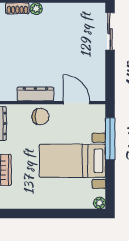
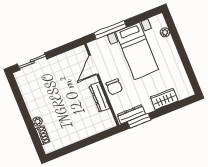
chair: (40, 117) -> (114, 87), turned 180
plant: (99, 203) -> (165, 32), moved

